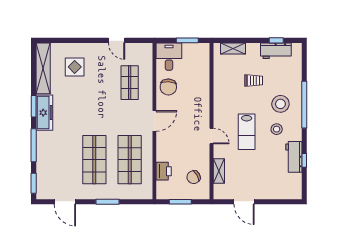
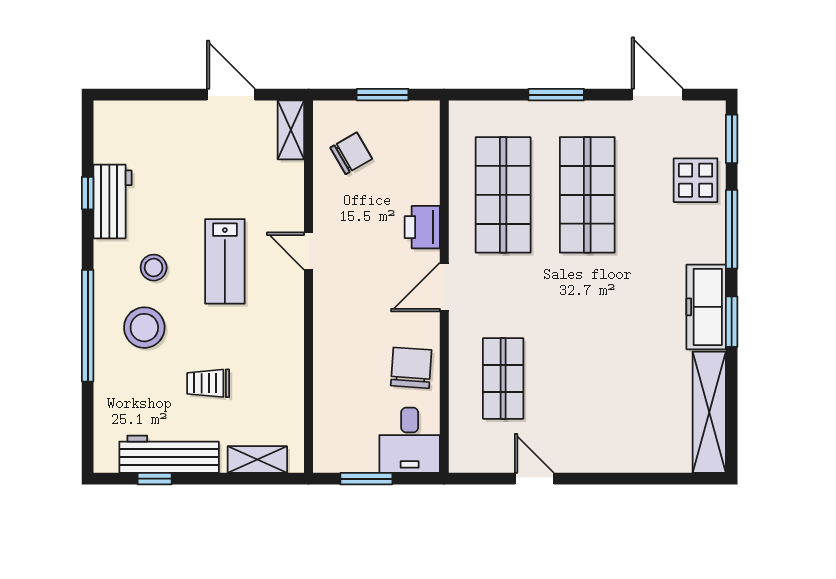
workbench: (276, 51) -> (169, 454), width x1.38
display table: (75, 67) -> (696, 180), moved
lab bench: (247, 132) -> (225, 261), turned 180
printer: (164, 171) -> (422, 227), moved
shelving: (219, 171) -> (291, 130), moved

